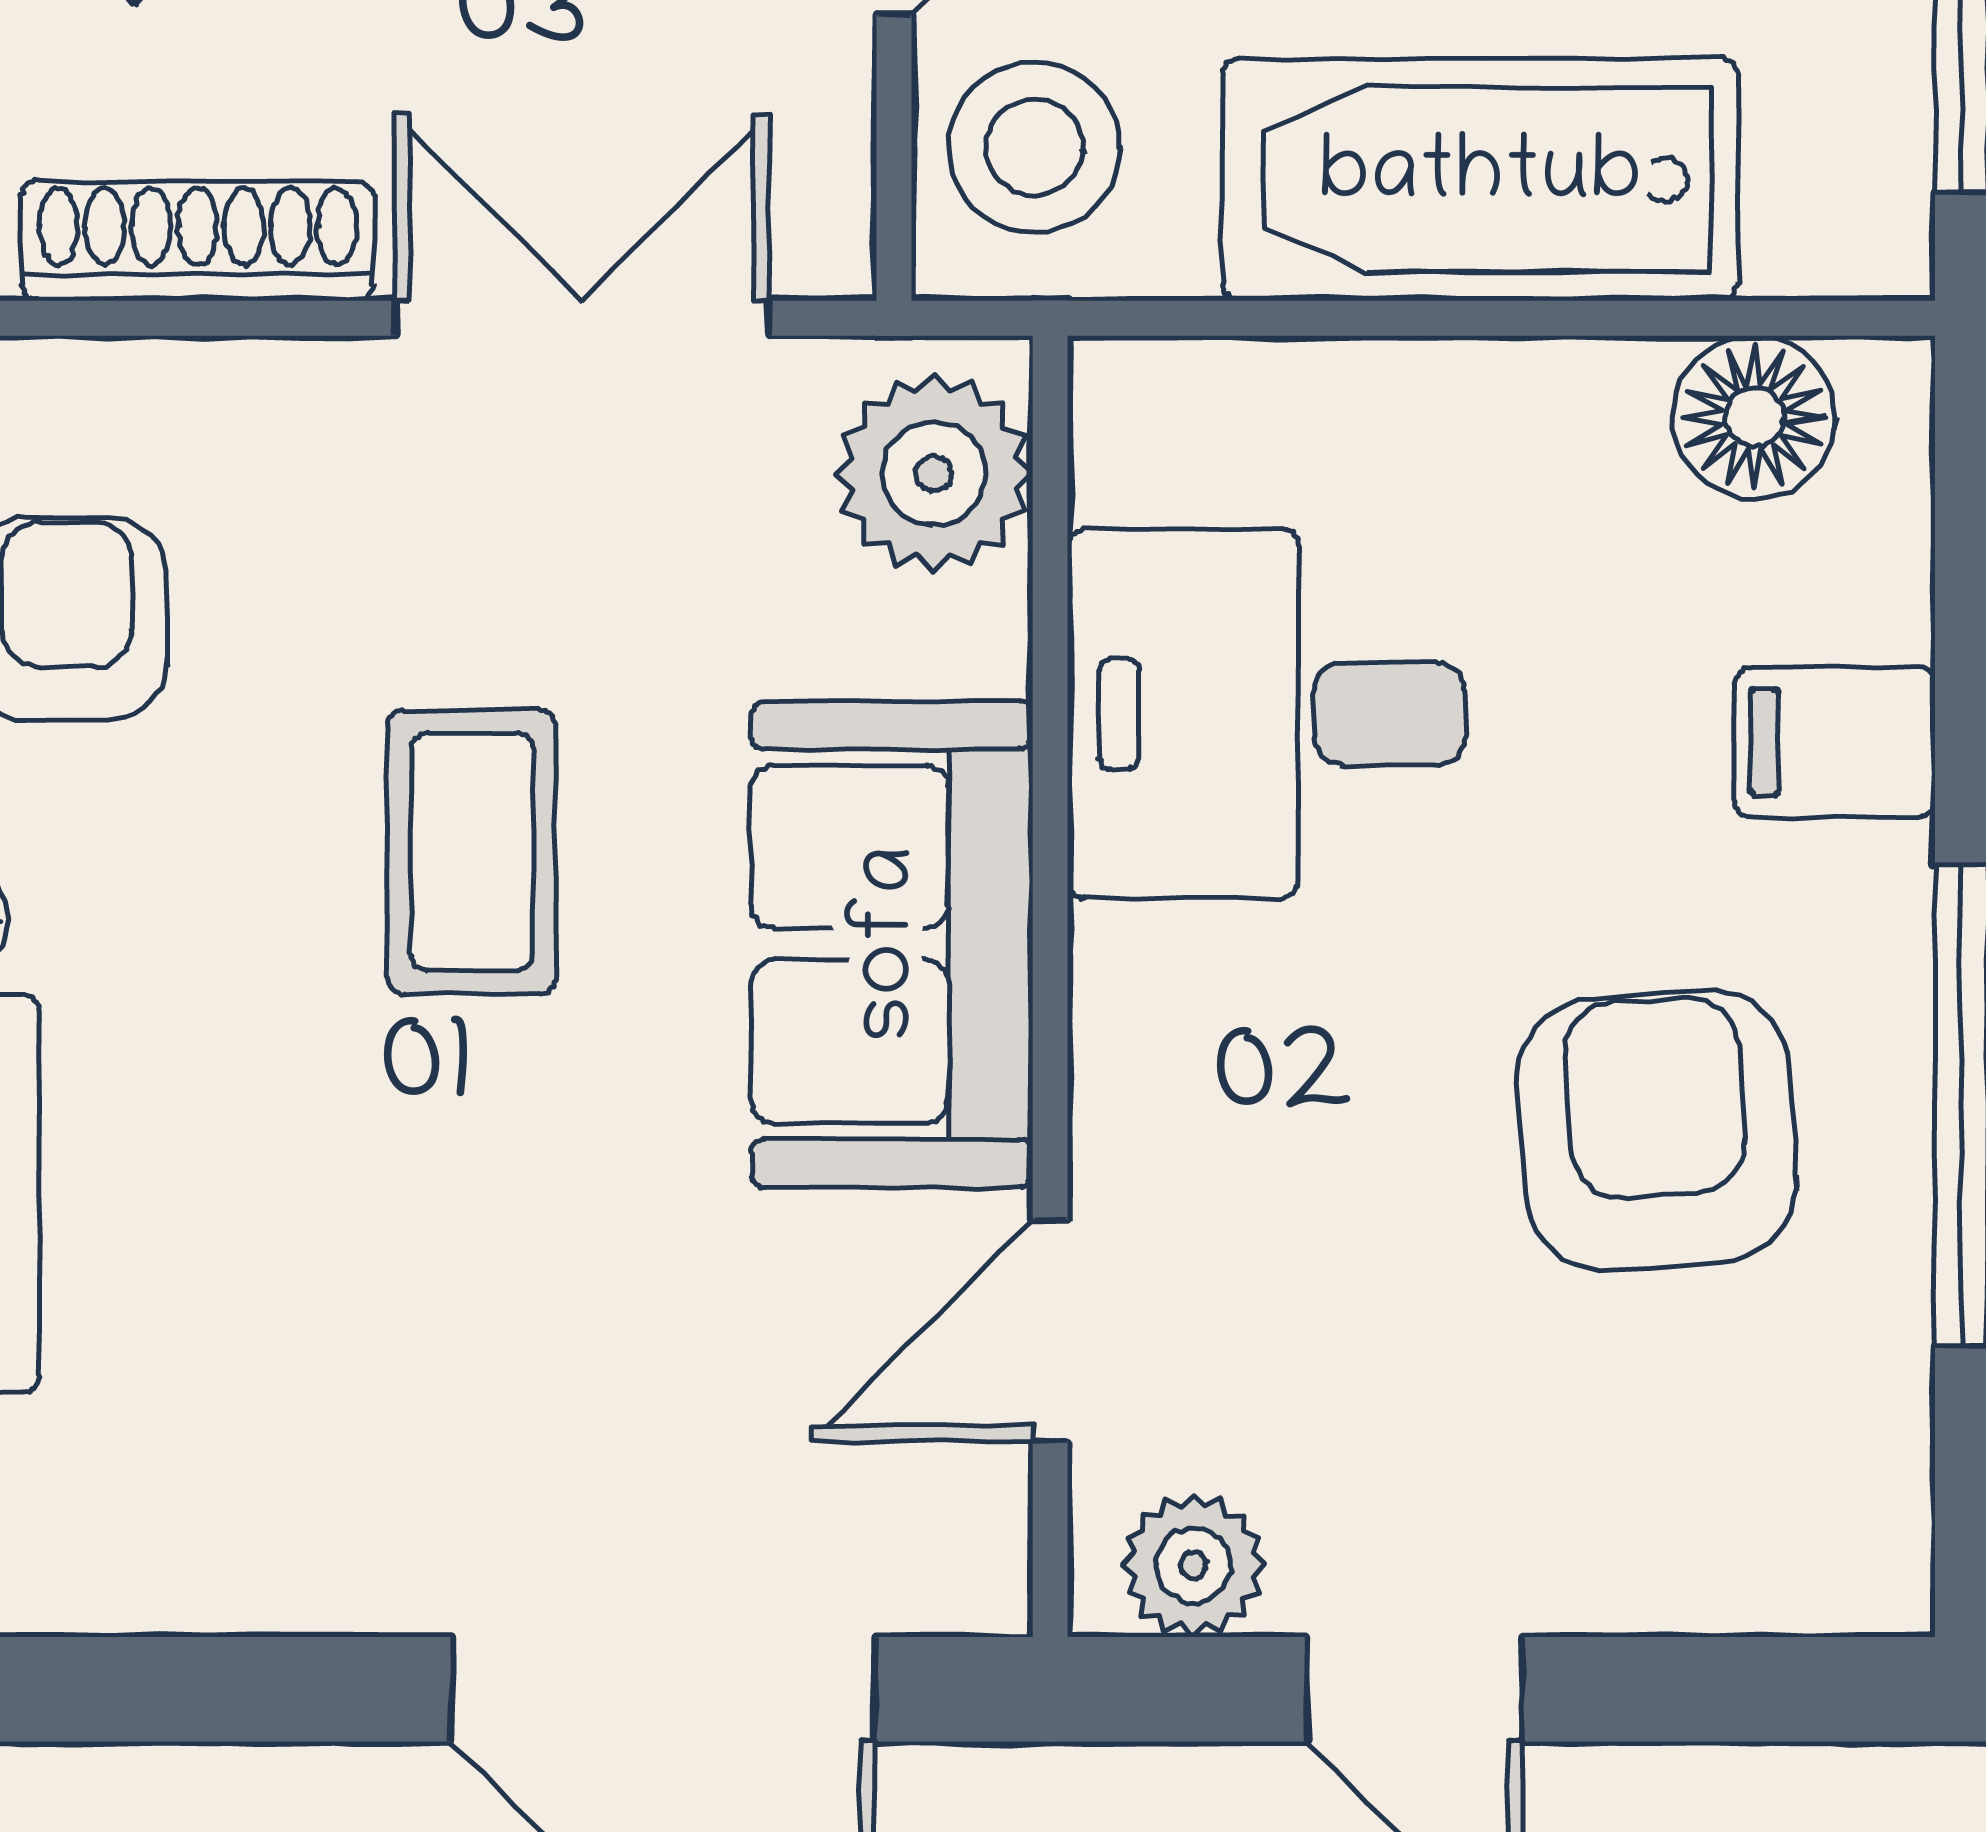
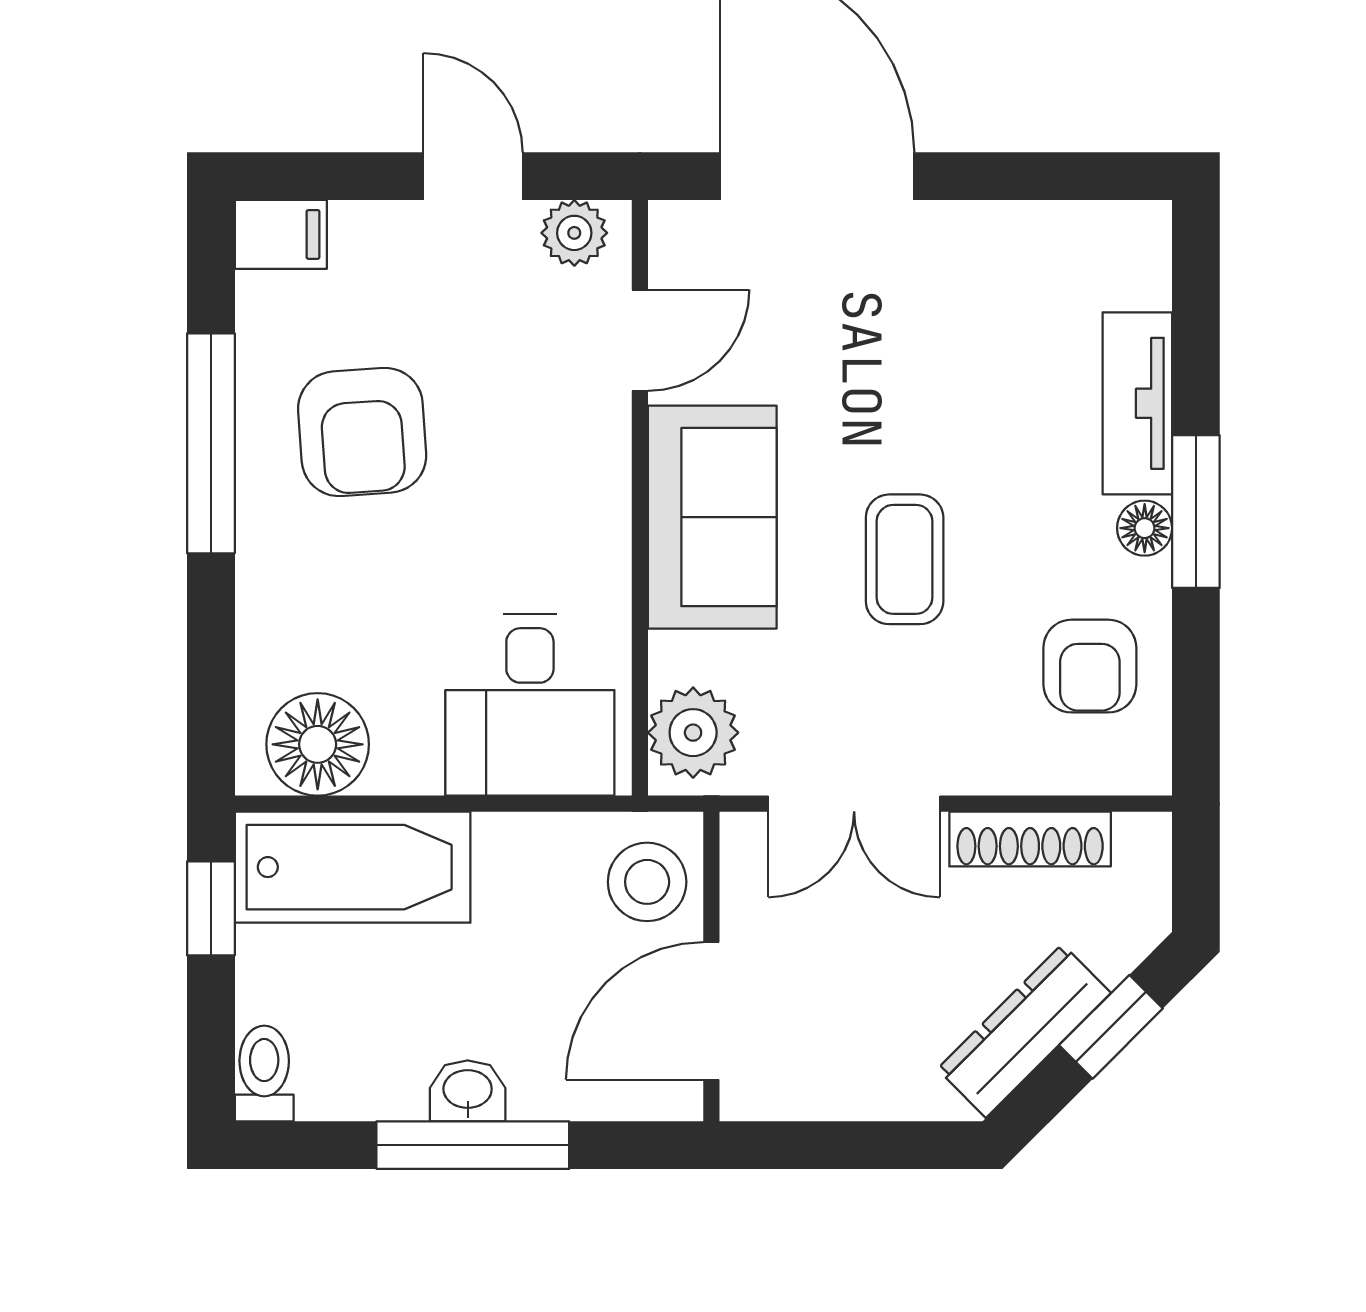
bathtub: (1480, 179) -> (353, 867), moved
floor lamp: (1754, 417) -> (318, 744), width x1.38, depth x1.38
desk: (1266, 714) -> (530, 705), moved, turned 90
filing cabinet: (1835, 742) -> (281, 234), moved

